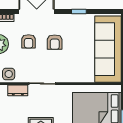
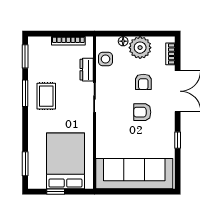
armchair: (29, 41) -> (143, 82), turned -90

